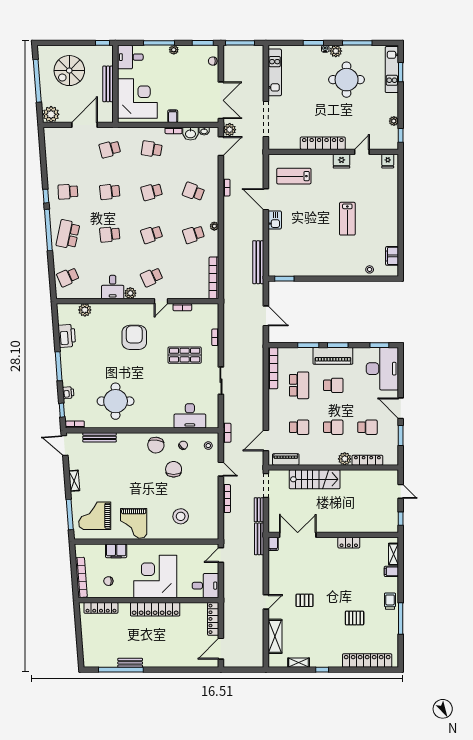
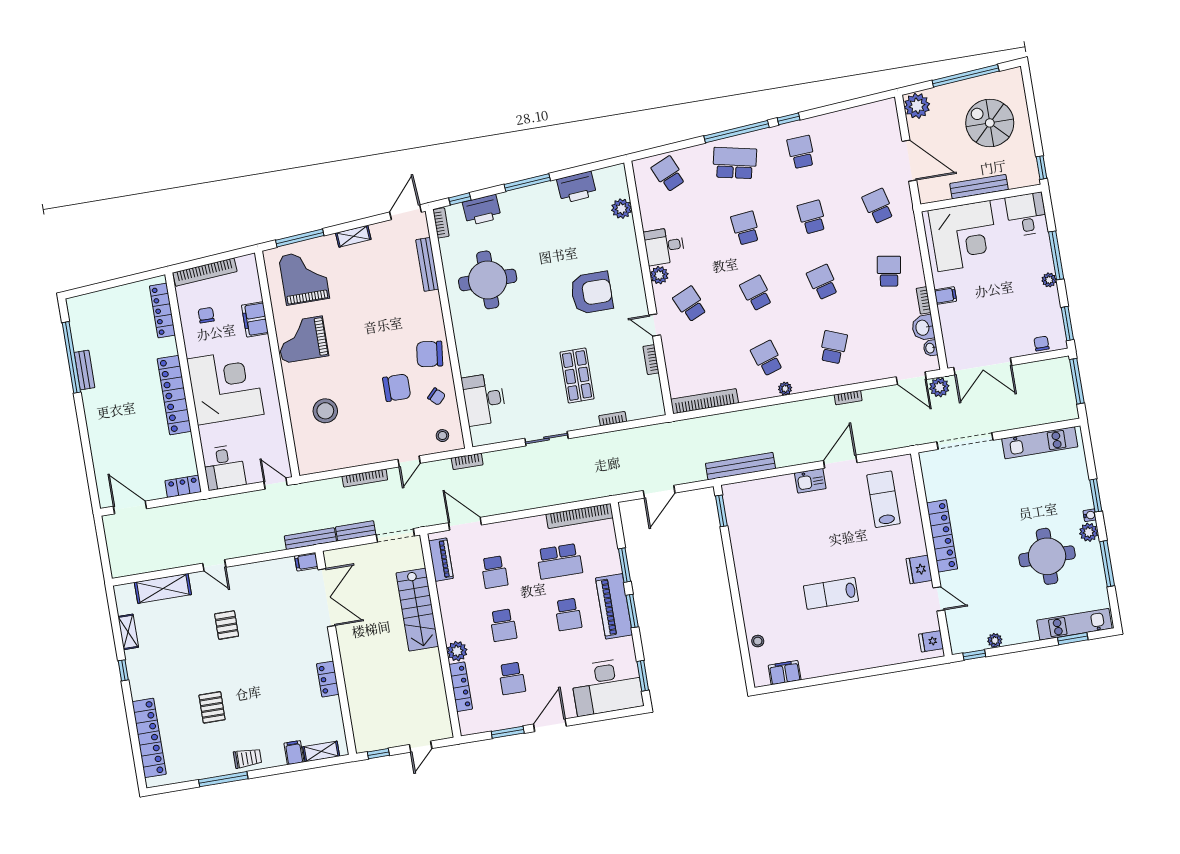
printer: (68, 393) -> (482, 210), width x1.87, depth x1.48
locker: (213, 619) -> (183, 486), width x0.66

